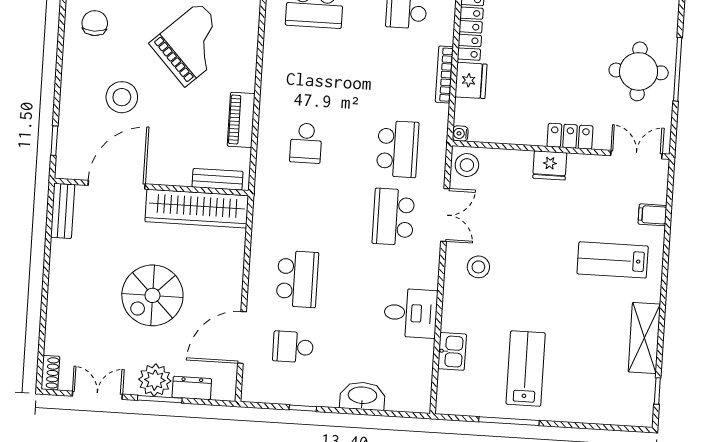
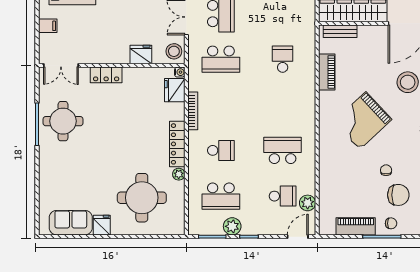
fridge: (471, 80) -> (175, 90), moved
school desk: (398, 149) -> (221, 59), turned -90
fridge: (550, 165) -> (141, 55), moved

